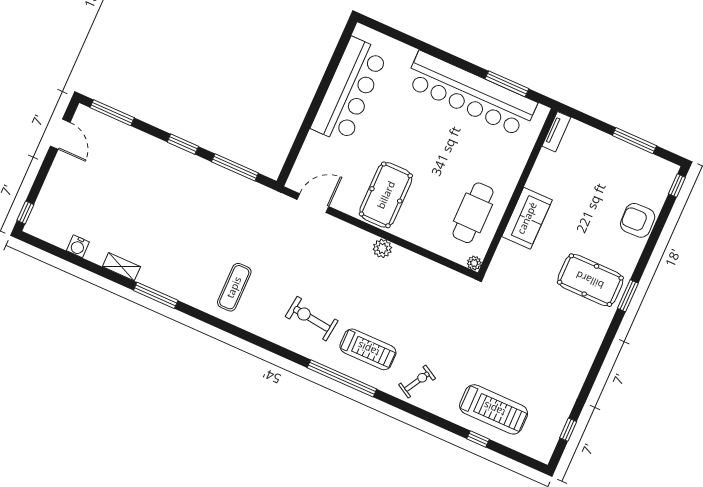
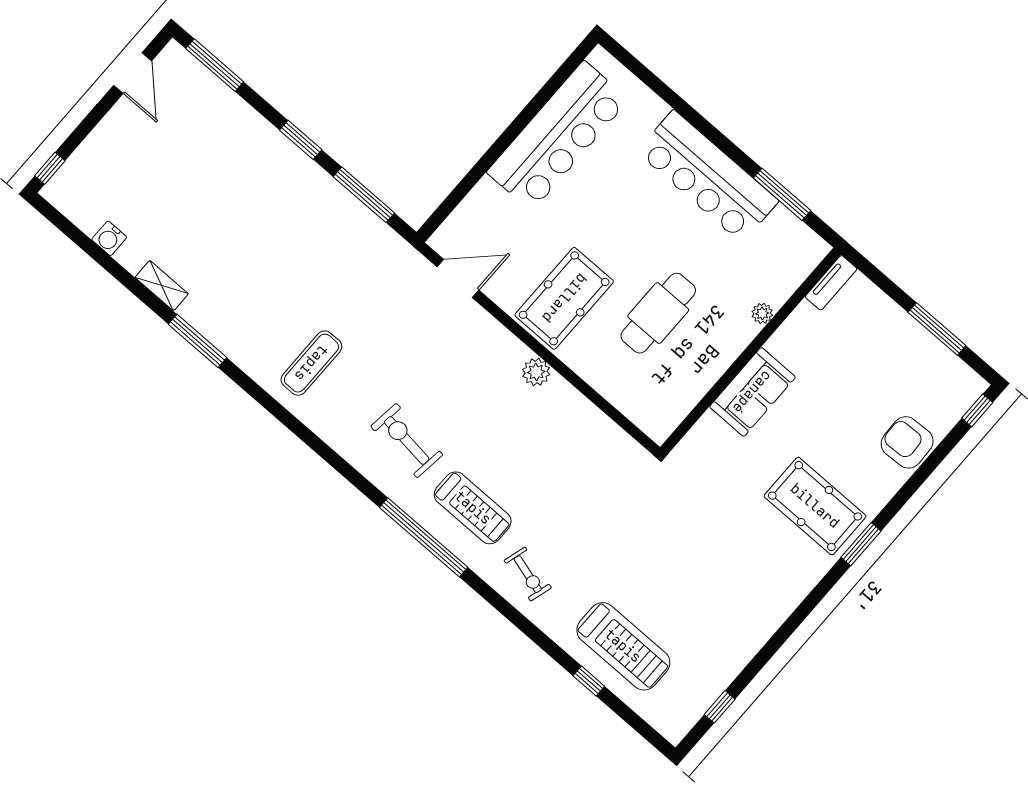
bar counter: (471, 94) -> (708, 176), width x0.73
cafe table: (473, 213) -> (658, 313), moved
plant: (474, 263) -> (762, 313), moved
exercise bike: (417, 382) -> (528, 574), turned 76

